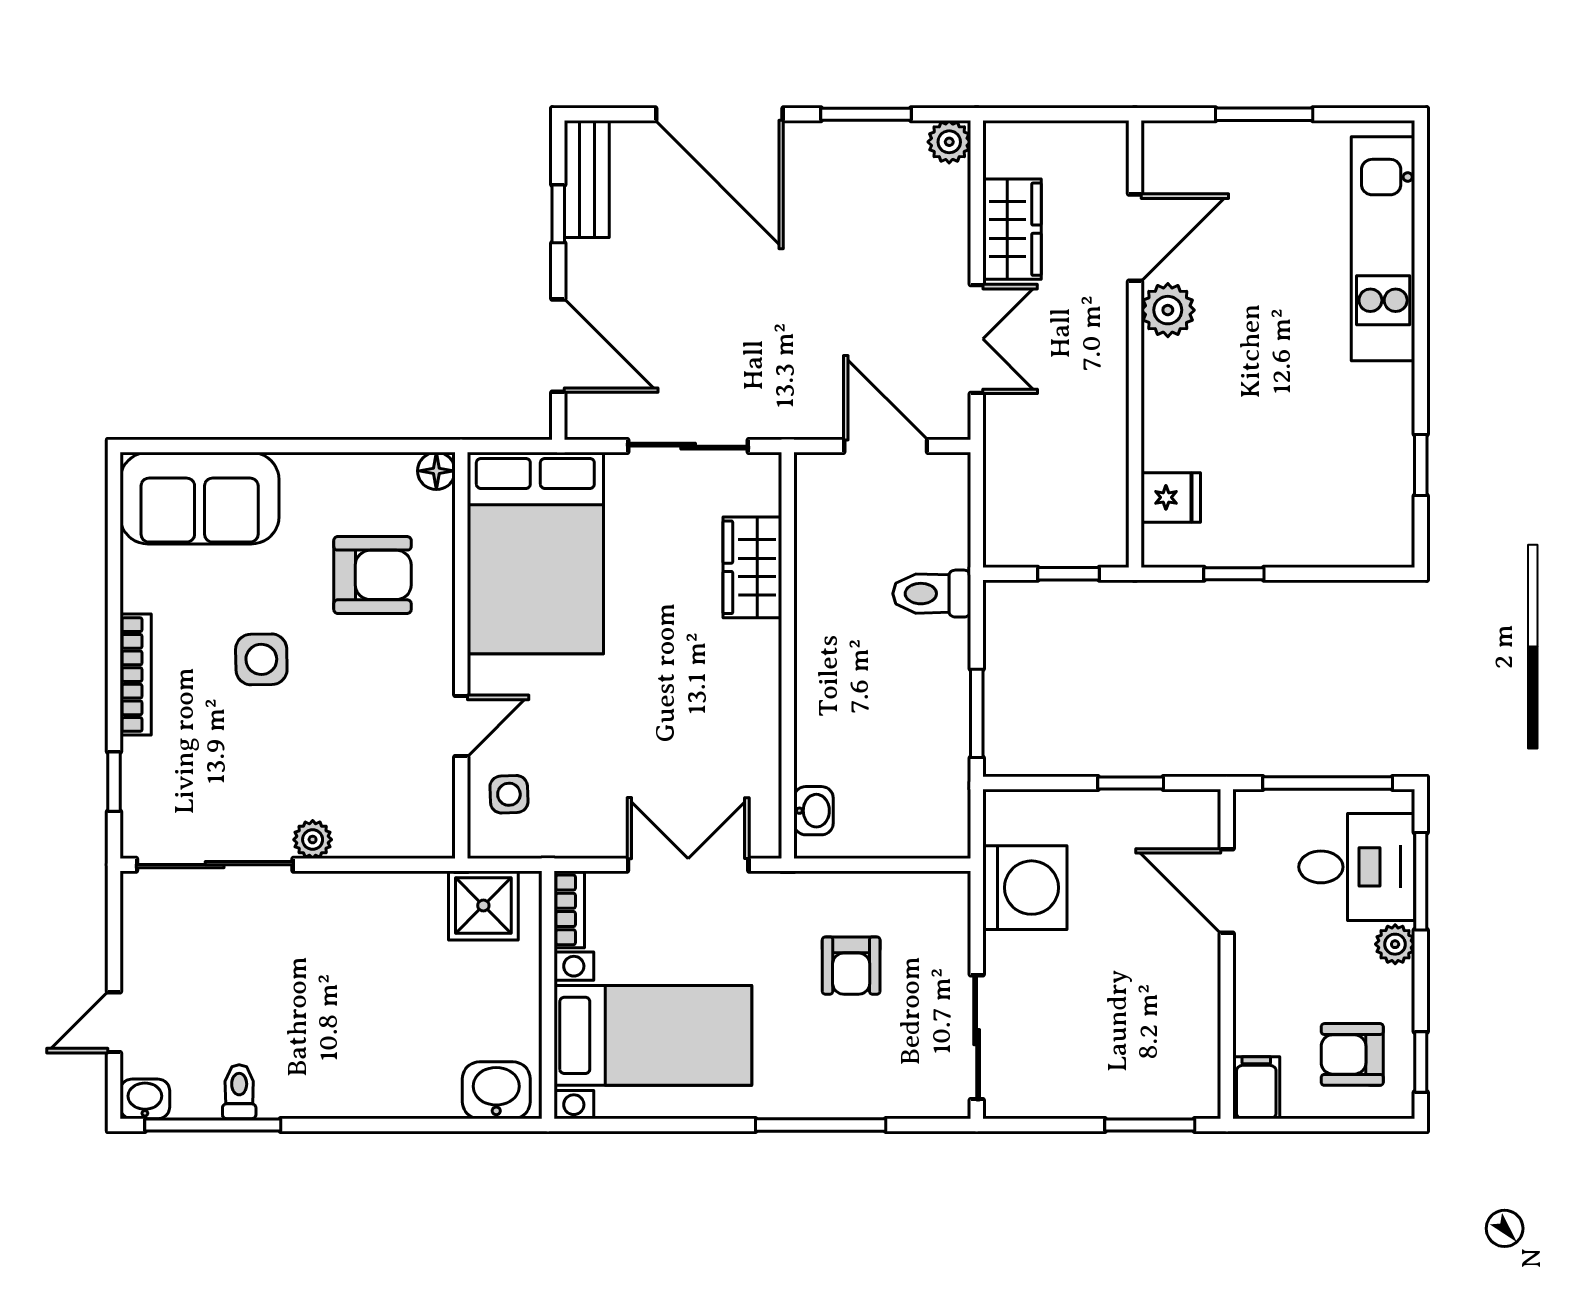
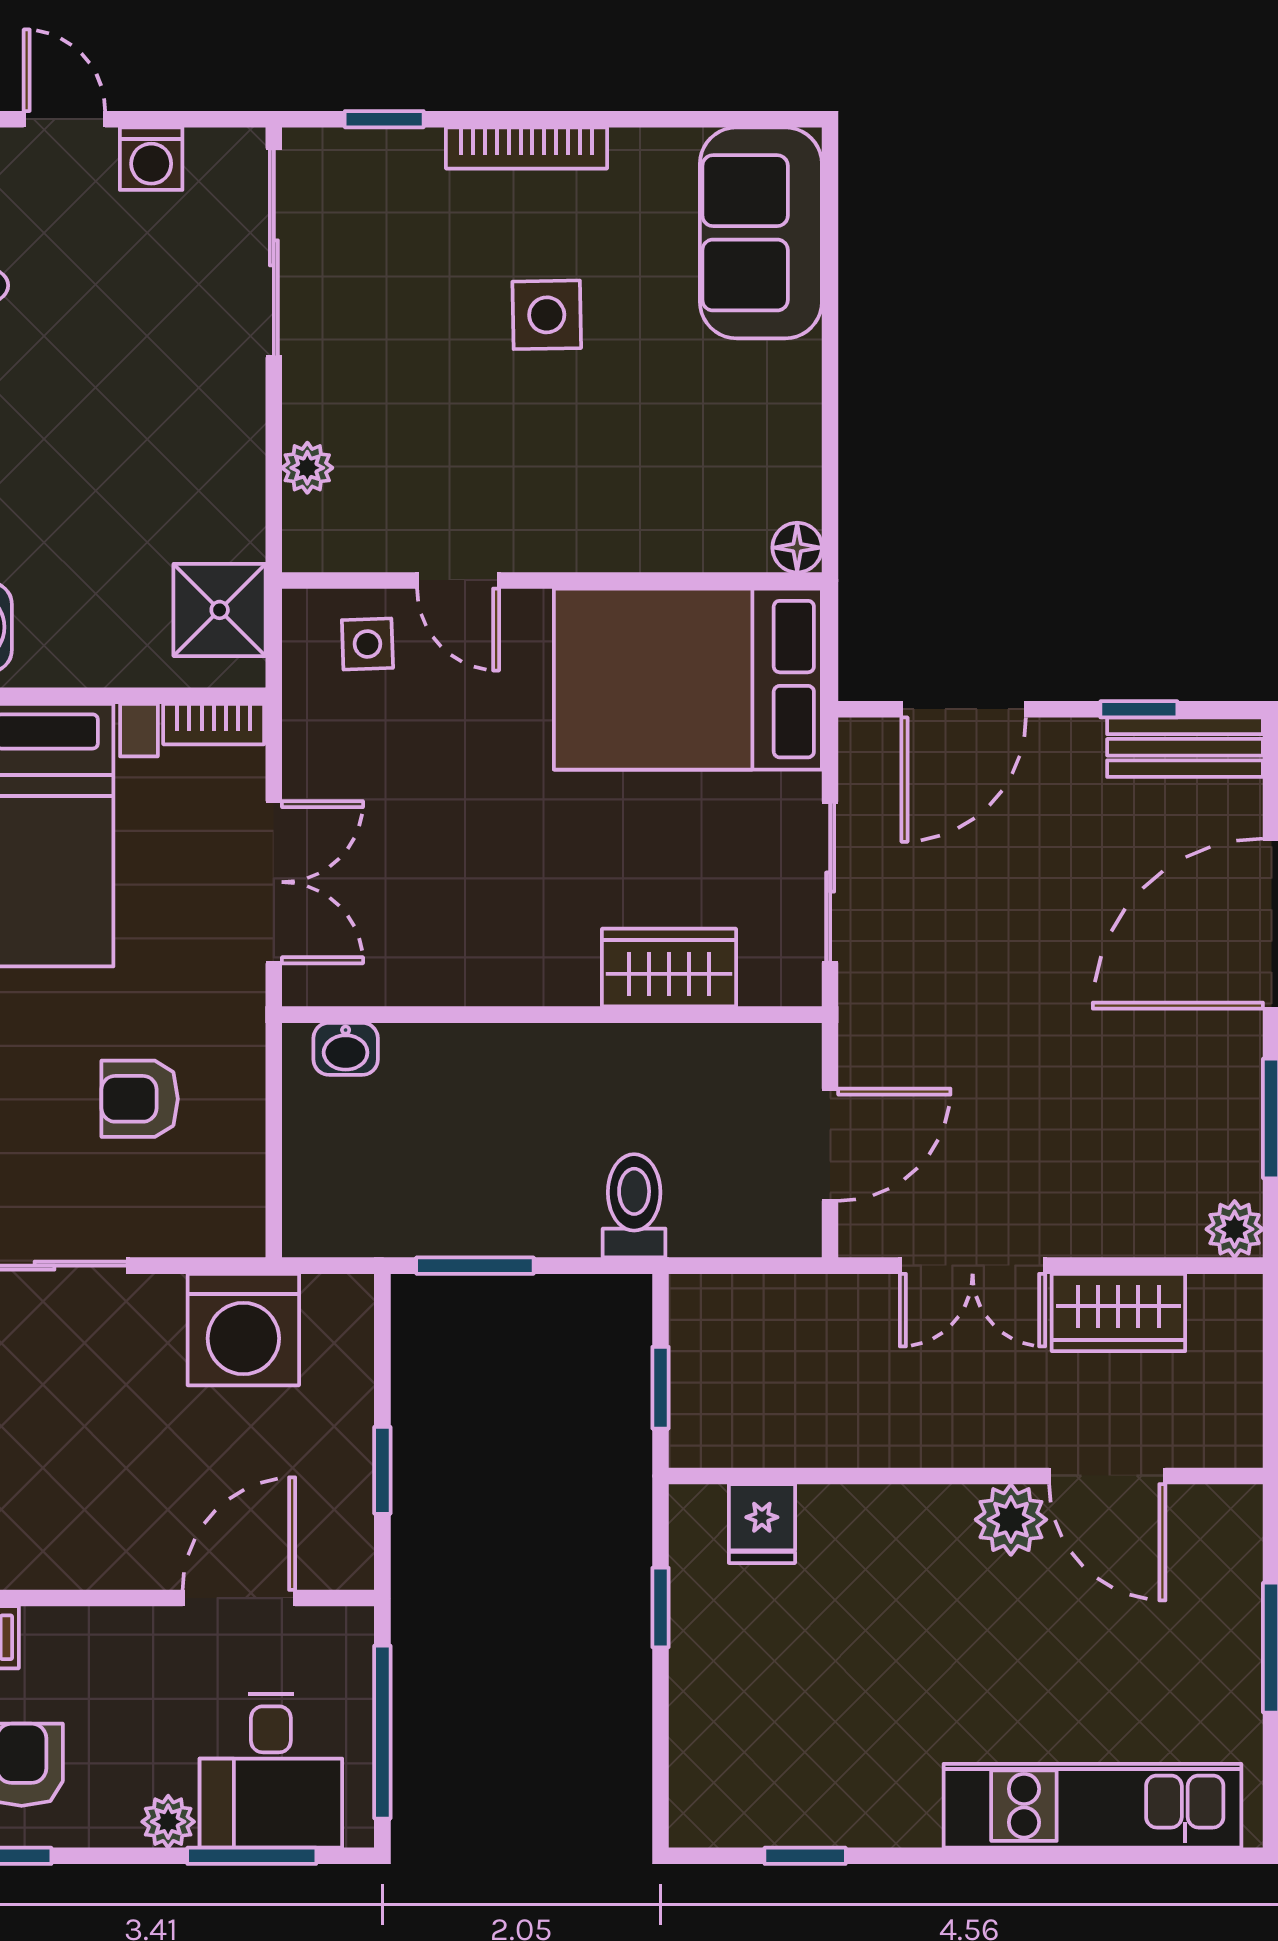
armchair: (372, 575) -> (659, 463), removed
plant: (313, 840) -> (307, 468), moved
washing machine: (144, 957) -> (151, 159), added

